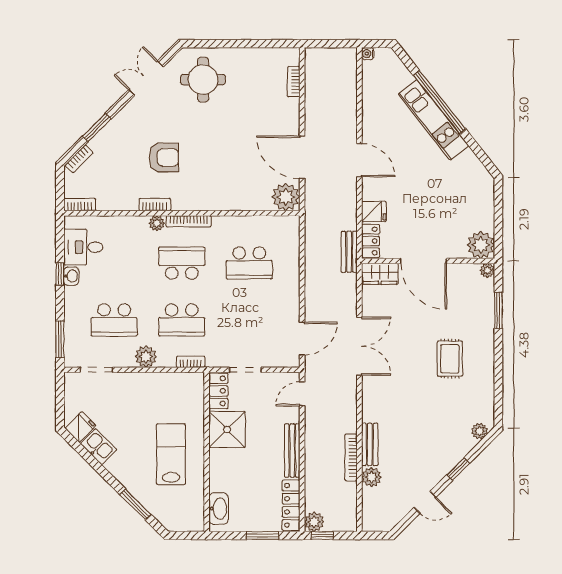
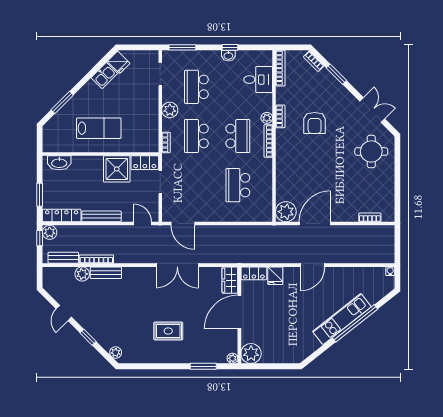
bookcase: (80, 205) -> (280, 68), width x1.56
desk: (83, 247) -> (258, 80), moved, turned 90
bench: (349, 252) -> (63, 258), moved

